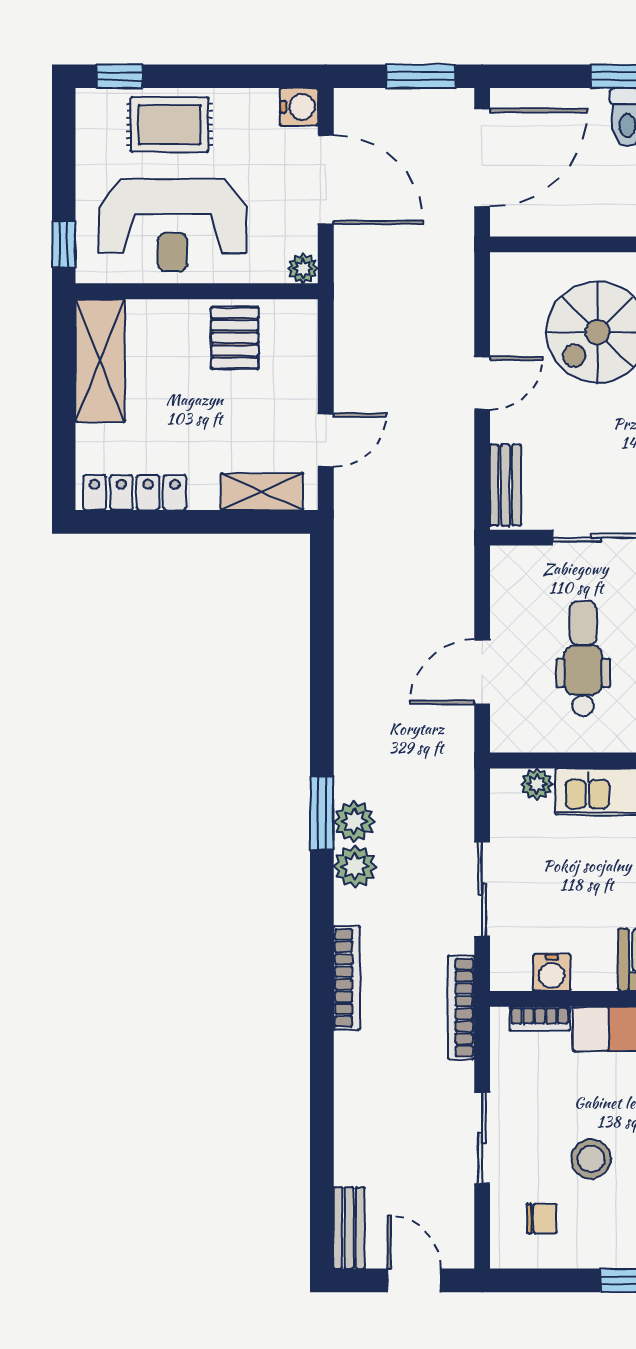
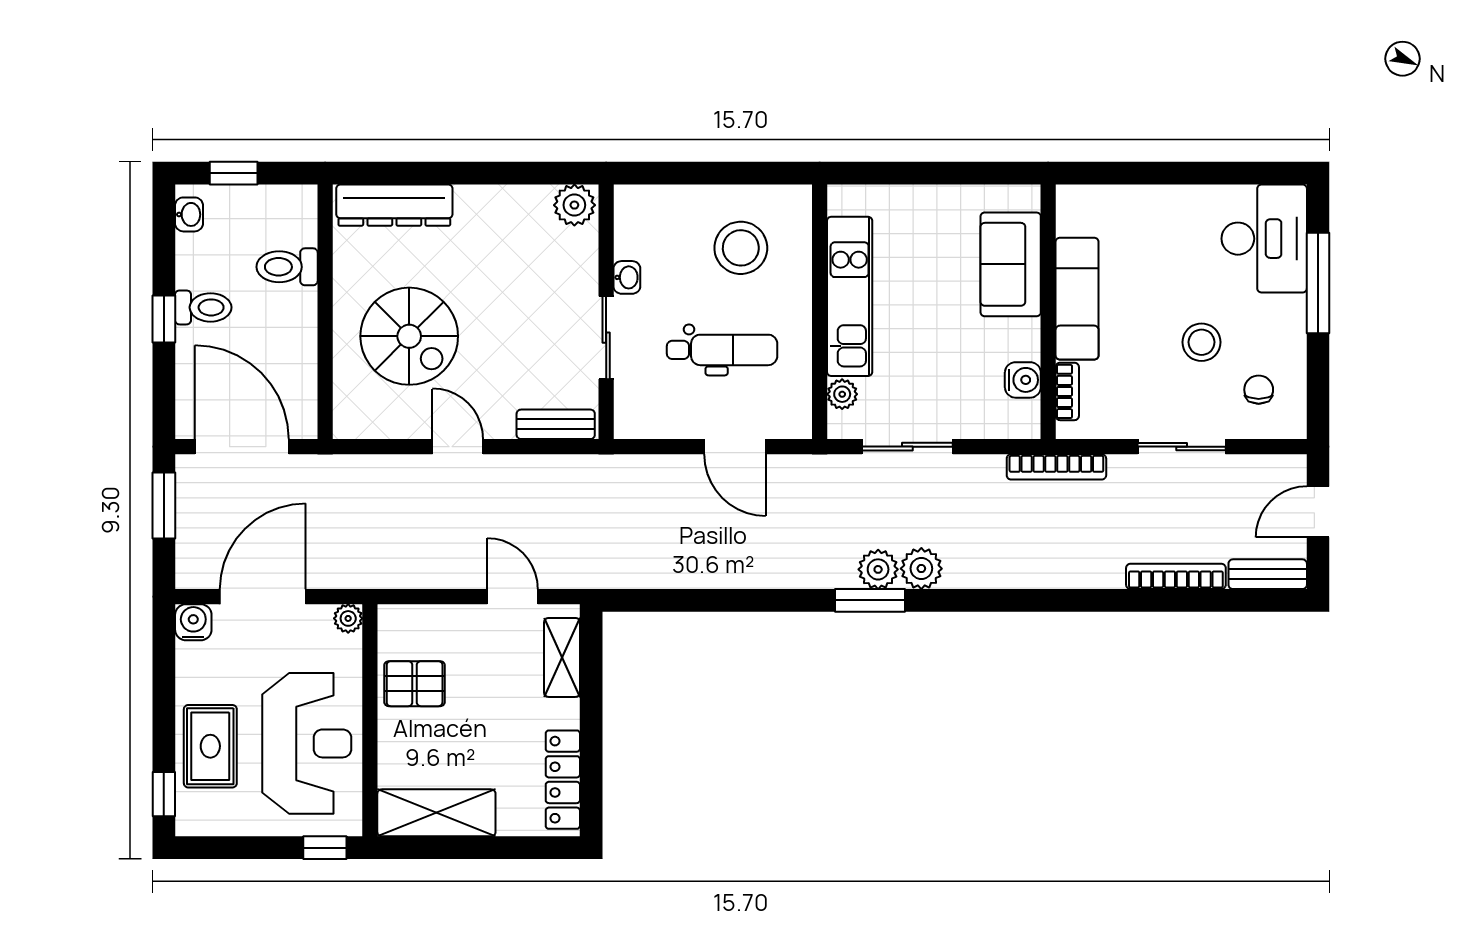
dental chair: (583, 659) -> (722, 350), turned 180
sliding door: (482, 889) -> (907, 447), moved
bookcase: (347, 978) -> (1176, 576), moved

